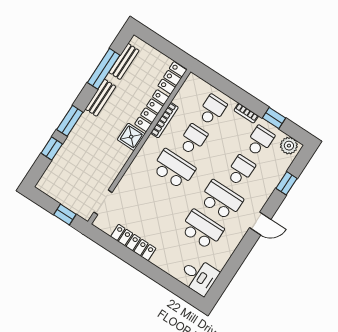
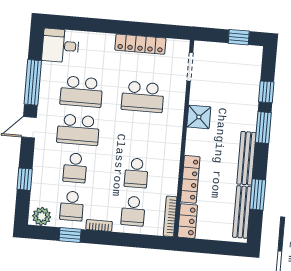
bench: (124, 61) -> (242, 212), width x1.36
window: (104, 69) -> (258, 194), width x0.69
bench: (101, 98) -> (246, 158), width x1.36
bookcase: (164, 120) -> (170, 216), moved
shower: (131, 137) -> (199, 117), moved
school desk: (174, 169) -> (143, 97), moved
window: (65, 215) -> (239, 37), moved
window: (237, 258) -> (33, 82), added

